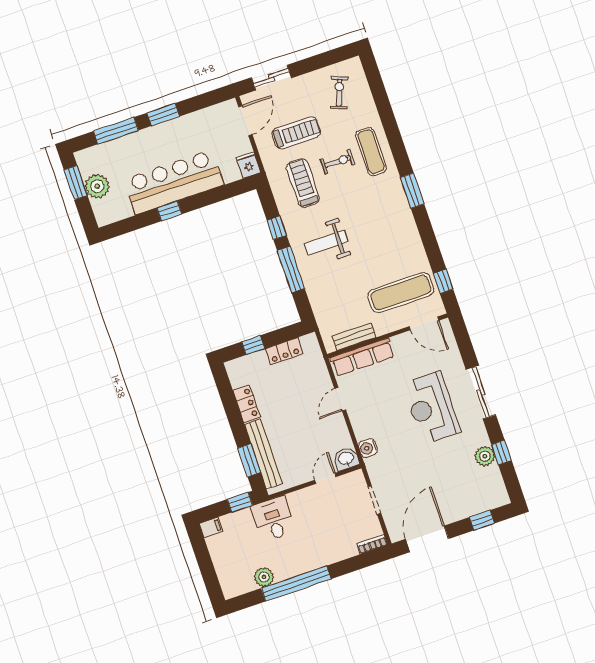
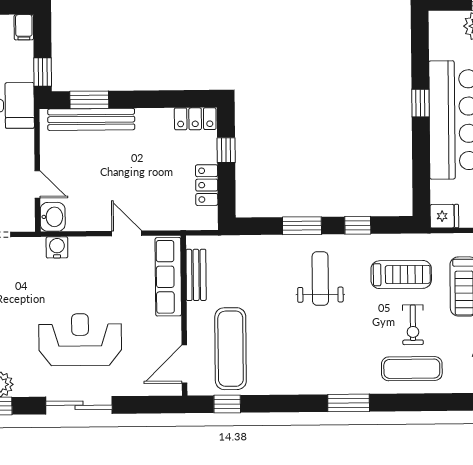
window: (291, 270) -> (302, 226), width x0.69
locker: (247, 404) -> (195, 119), moved

